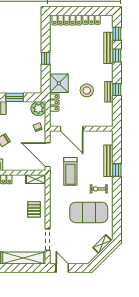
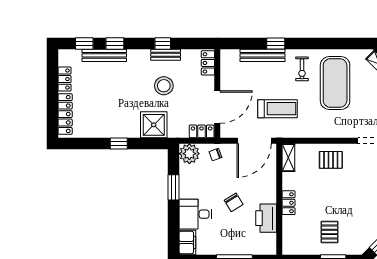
locker: (54, 103) -> (202, 131), moved
locker: (103, 122) -> (208, 63), added

